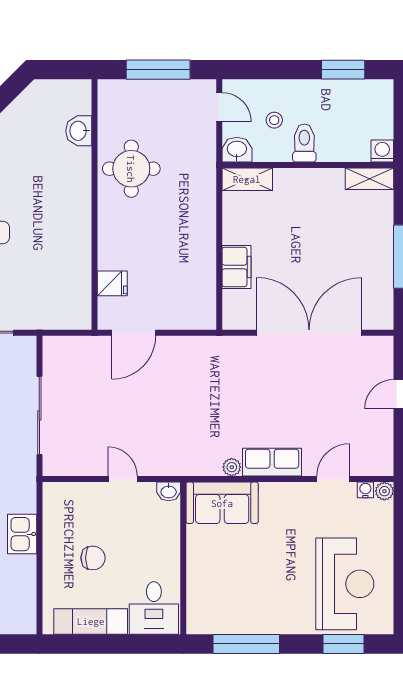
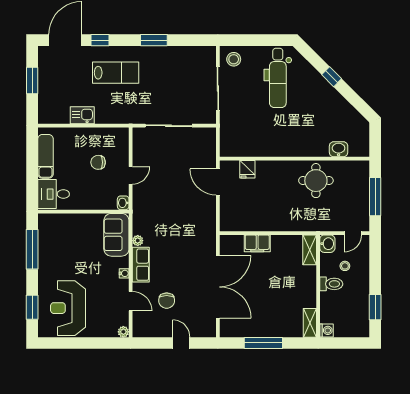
chair: (332, 419) -> (167, 301), added
water cooler: (365, 490) -> (124, 273), moved
kitchen sink: (22, 534) -> (82, 115), moved
chair: (93, 558) -> (98, 162), moved, turned 90
reception desk: (345, 584) -> (68, 308), turned 90

